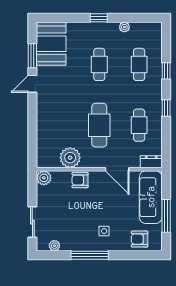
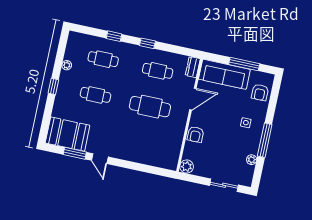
plant: (70, 158) -> (173, 139), removed
plant: (54, 246) -> (252, 160), moved

